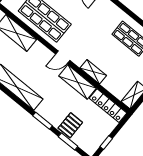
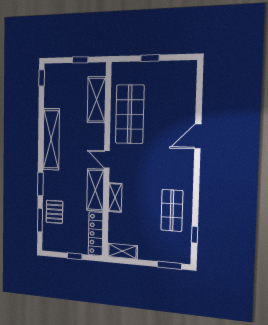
pallet: (70, 125) -> (54, 212), turned 90
window: (106, 143) -> (75, 256), moved

